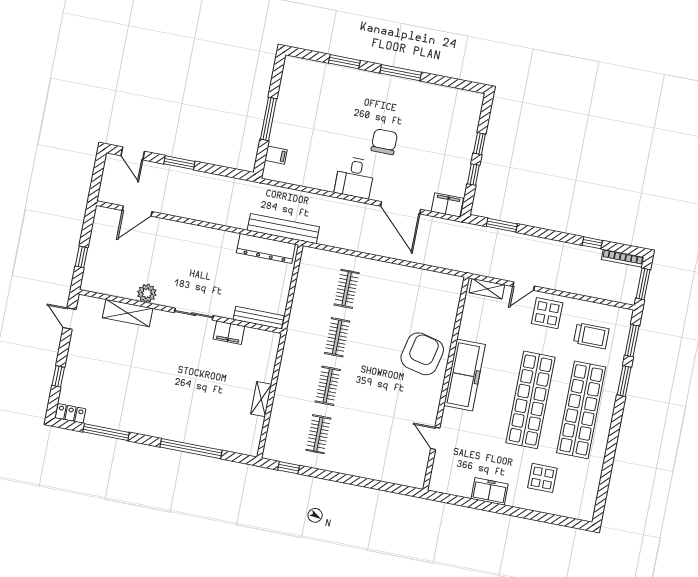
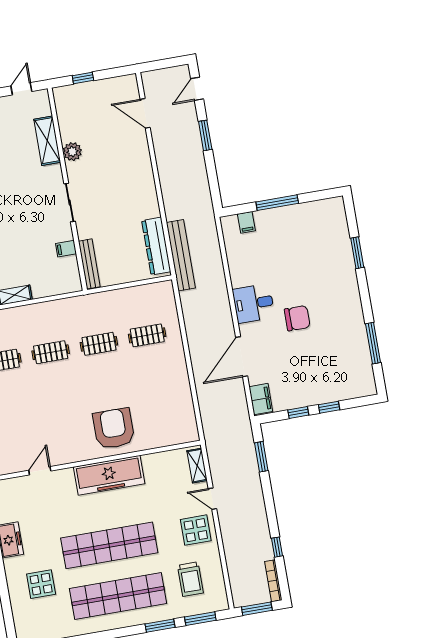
window: (401, 73) -> (373, 343), moved
filing cabinet: (229, 333) -> (66, 249), width x0.50
armchair: (422, 354) -> (114, 429), turned -103

